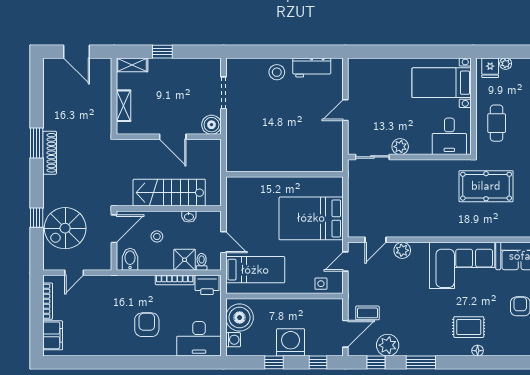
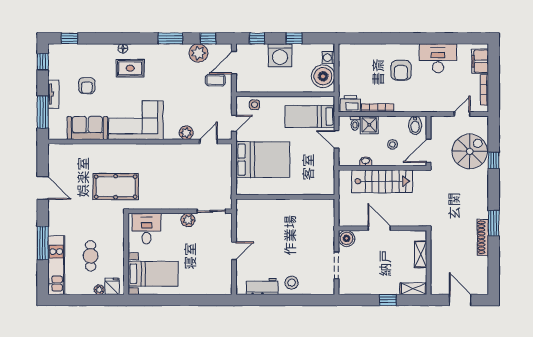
cafe table: (497, 123) -> (91, 256), moved
shoe rack: (50, 153) -> (483, 237), moved
desk: (199, 339) -> (438, 58), moved

